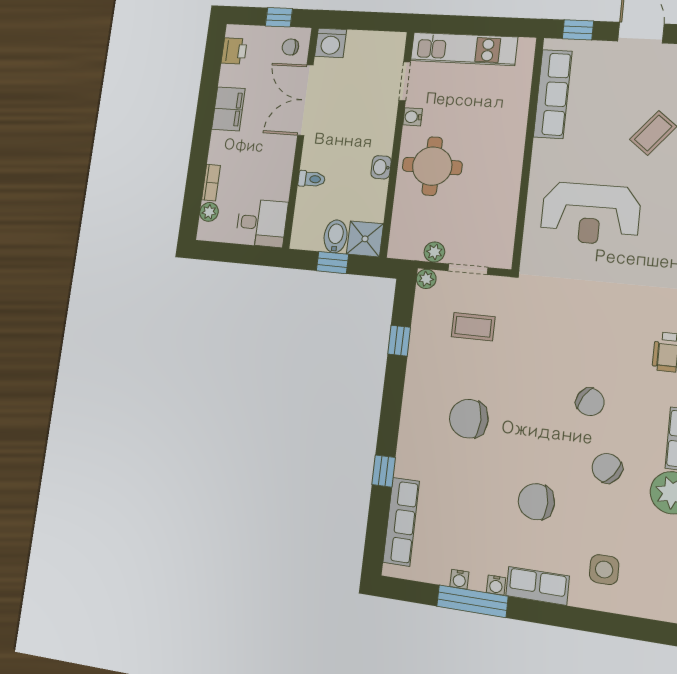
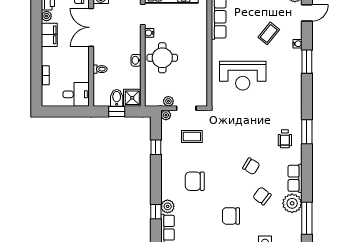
plant: (209, 212) -> (47, 16), moved
plant: (408, 463) -> (168, 206), added

